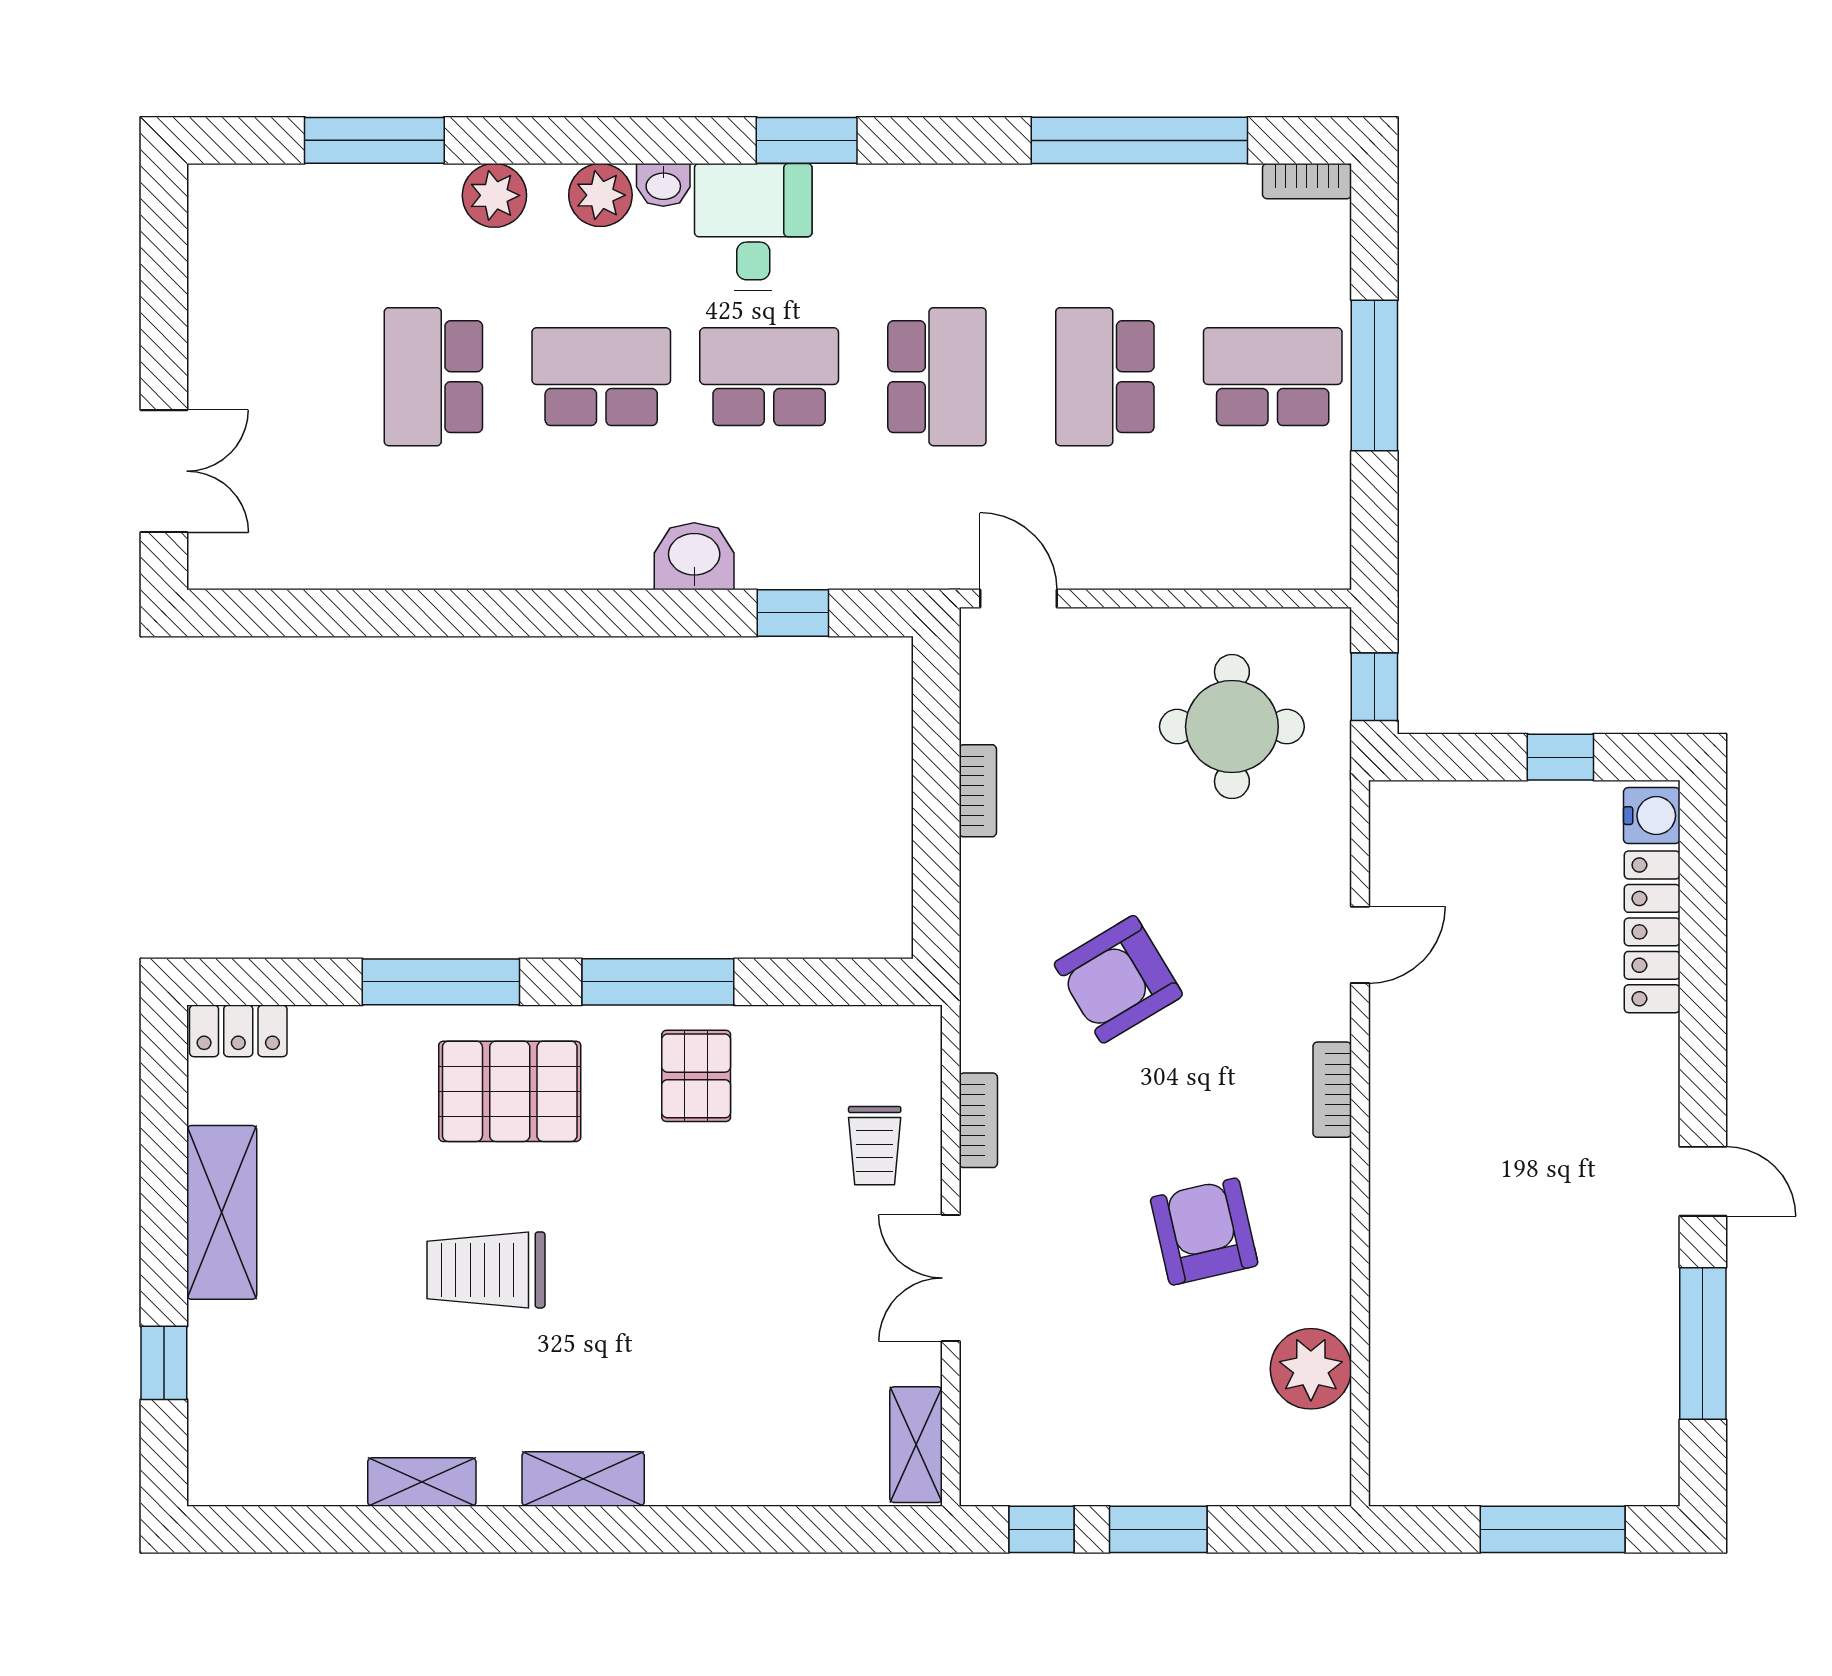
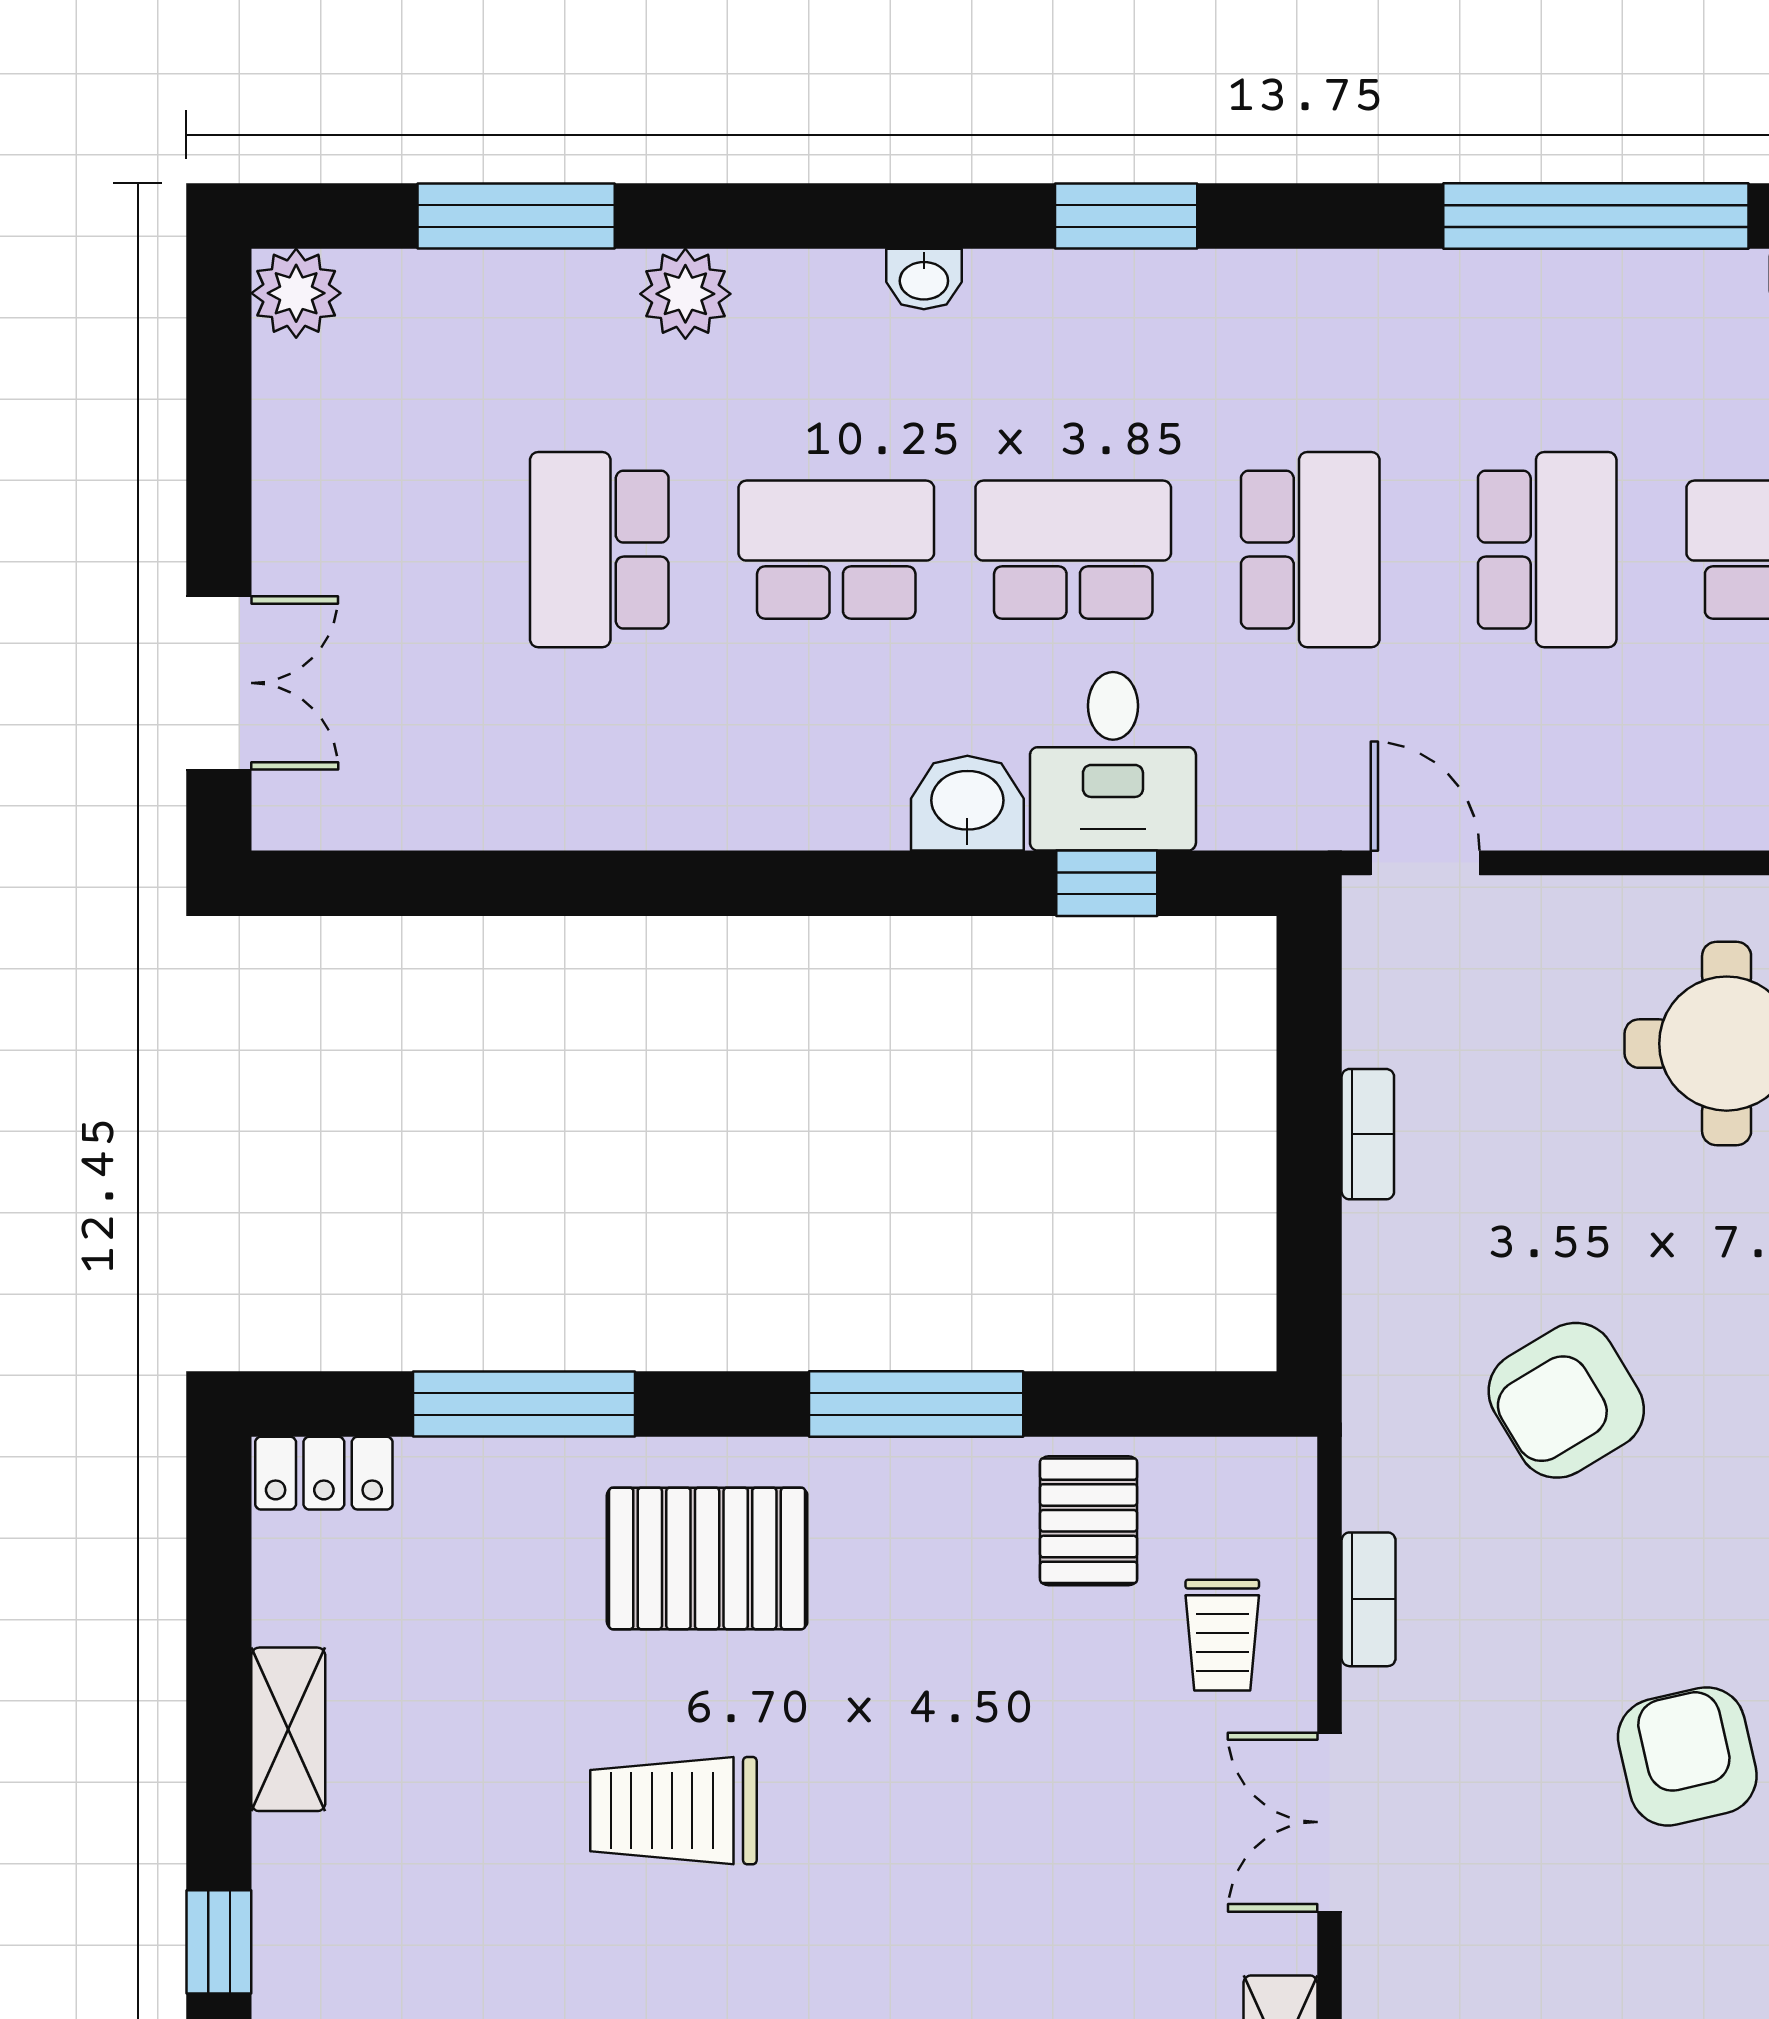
plant: (600, 195) -> (296, 293), moved
desk: (753, 227) -> (1113, 761), moved, turned 180
school desk: (1105, 377) -> (1547, 550), turned 180
window: (441, 982) -> (524, 1404), moved
pallet: (696, 1076) -> (1089, 1521), moved
shelving: (222, 1212) -> (288, 1729), width x0.67, depth x0.75

